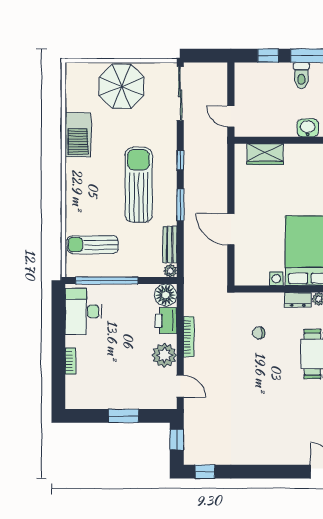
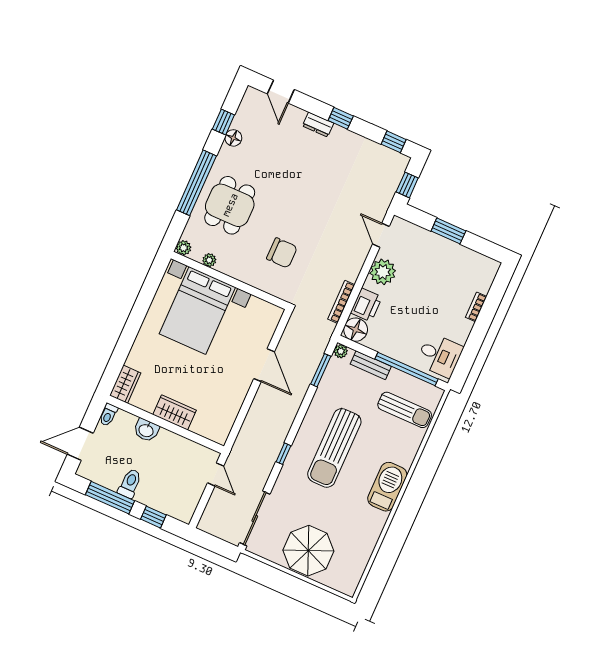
barbecue: (78, 135) -> (387, 487), moved
wardrobe: (265, 154) -> (174, 412), moved
window: (180, 205) -> (321, 370), moved
bench: (170, 245) -> (371, 365), moved, turned 90
dresser: (298, 300) -> (318, 125), moved, turned 180
desk: (83, 311) -> (440, 355), width x0.73
chair: (259, 333) -> (282, 253), width x1.87, depth x1.87
bookcase: (189, 337) -> (341, 302), moved
window: (260, 472) -> (341, 118), added

